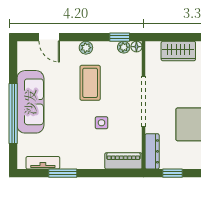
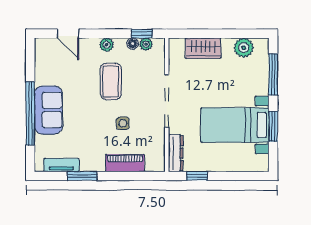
floor lamp: (136, 47) -> (133, 44), moved
sofa: (30, 102) -> (48, 110), width x0.73
piano: (123, 161) -> (125, 163), moved

